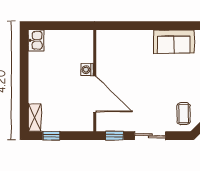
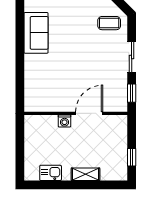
kitchen sink: (36, 40) -> (51, 173), moved
door: (95, 94) -> (89, 113), width x0.73
shelving: (35, 118) -> (85, 174), moved

